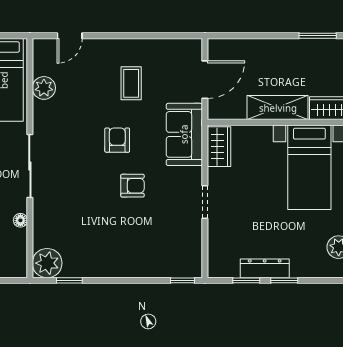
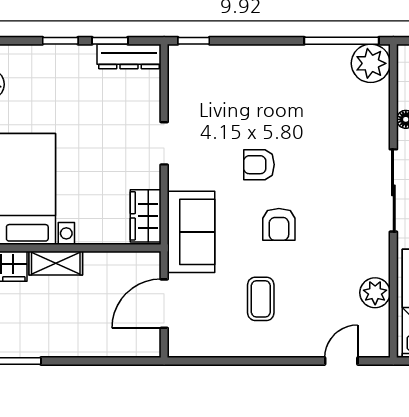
shelving: (278, 108) -> (56, 263), width x0.67, depth x0.75
dresser: (265, 268) -> (129, 57), moved
window: (69, 280) -> (342, 41), width x2.17

